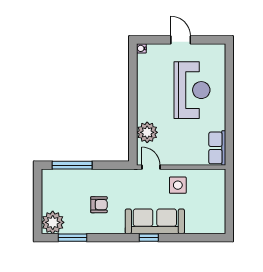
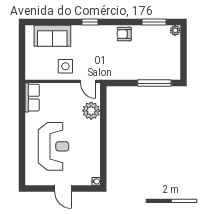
reception desk: (192, 90) -> (53, 146), turned 180
armchair: (99, 205) -> (124, 34), moved
sofa: (155, 221) -> (52, 36), moved, width x0.73
plant: (53, 222) -> (175, 30), width x0.53, depth x0.53

